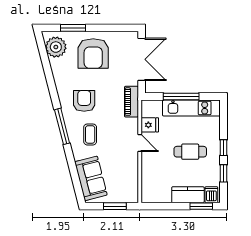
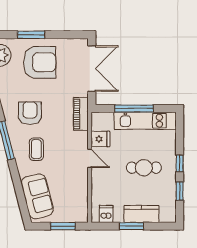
window: (73, 28) -> (31, 35), moved
armchair: (93, 53) -> (40, 62), turned -90
dishwasher: (211, 195) -> (106, 214), moved
window: (201, 206) -> (131, 226), moved

